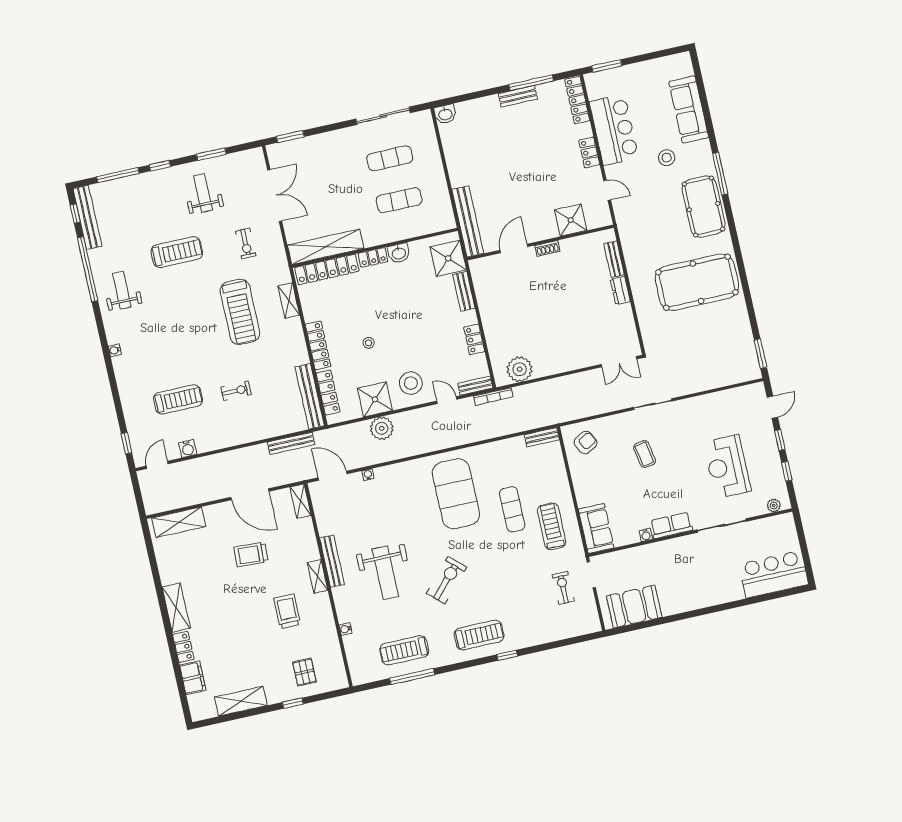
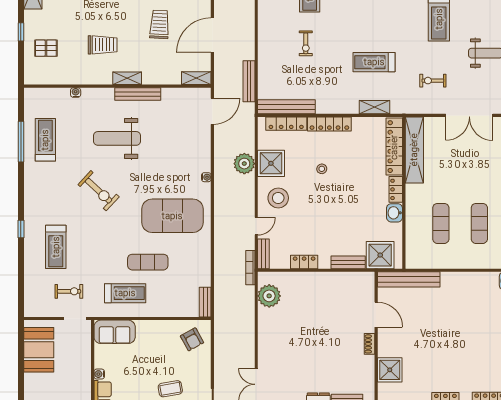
treadmill: (240, 312) -> (374, 62), width x0.73, depth x0.73
water cooler: (368, 475) -> (206, 177), moved
treadmill: (479, 635) -> (56, 247), moved

